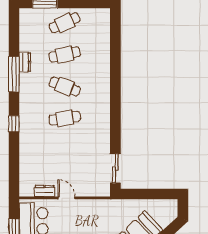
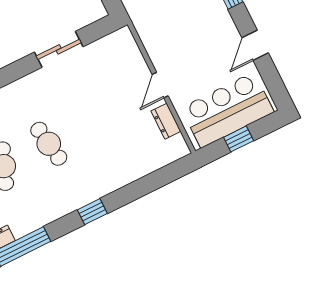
sliding door: (115, 168) -> (59, 49), moved

